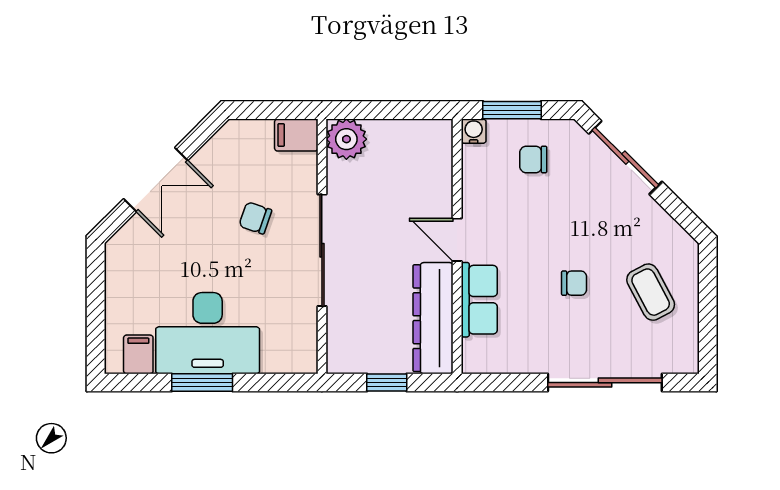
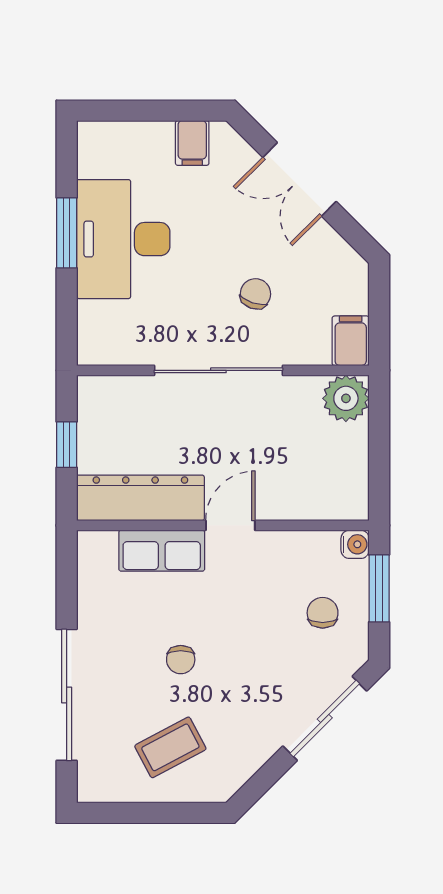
filing cabinet: (138, 354) -> (192, 143), moved, turned 90

